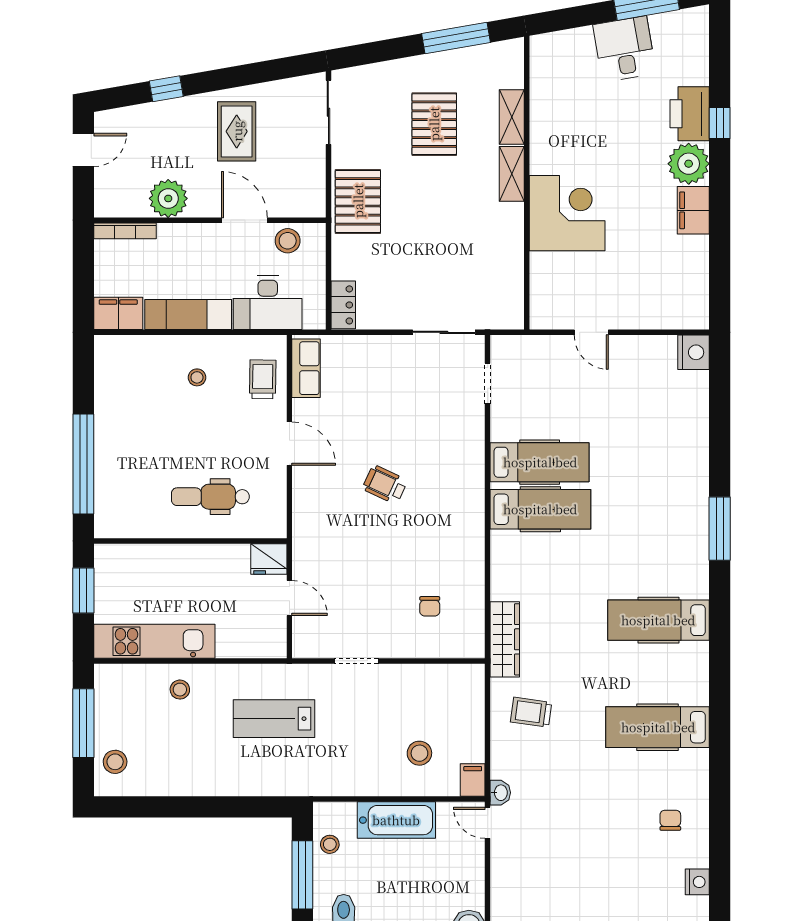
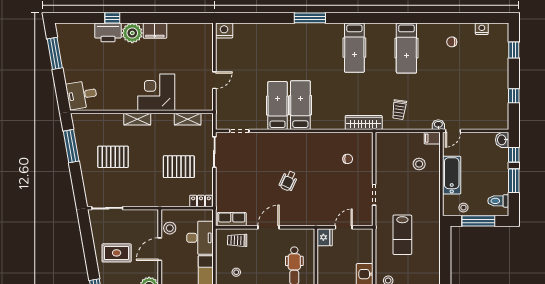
desk: (624, 49) -> (82, 95), moved
shelving: (512, 117) -> (188, 119), moved
pallet: (358, 201) -> (179, 167), moved

